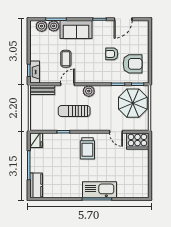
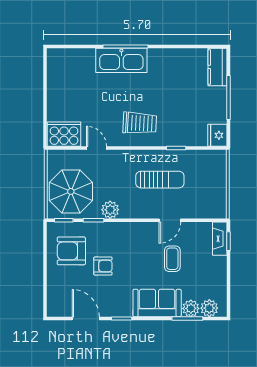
door: (123, 19) -> (86, 319), hinge flipped
bench: (42, 90) -> (208, 211), removed
plant: (89, 91) -> (110, 210), moved
trolley: (87, 148) -> (140, 123), turned 93

